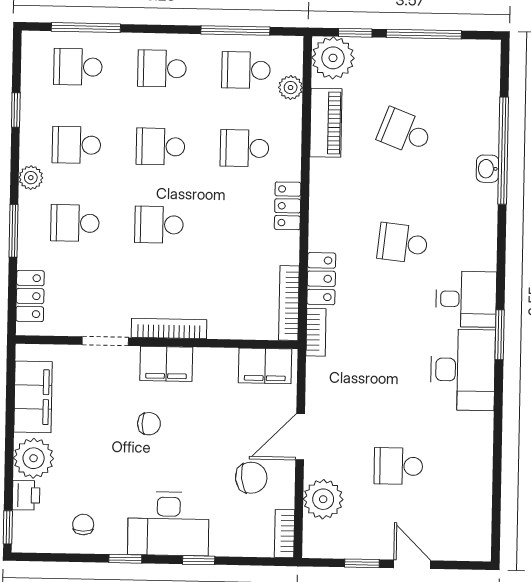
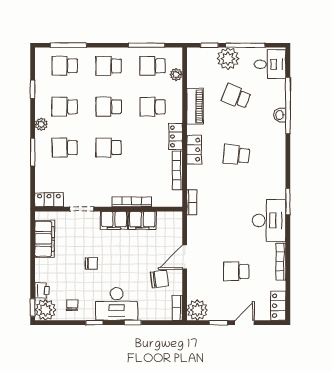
plant: (333, 58) -> (228, 59), moved
piano: (326, 123) -> (195, 106), moved
locker: (321, 279) -> (194, 150), moved
locker: (30, 296) -> (49, 200), moved, turned -90
desk: (466, 299) -> (270, 64), moved
bookcase: (289, 303) -> (177, 170), moved
bookcase: (169, 329) -> (132, 202), moved
filing cabinet: (265, 366) -> (142, 220), moved
chair: (149, 424) -> (91, 264), moved
bookcase: (484, 449) -> (281, 262), added
plant: (34, 458) -> (45, 310), moved
plant: (323, 499) -> (197, 310), moved
locker: (477, 533) -> (278, 306), added
door: (412, 564) -> (244, 323), hinge flipped

